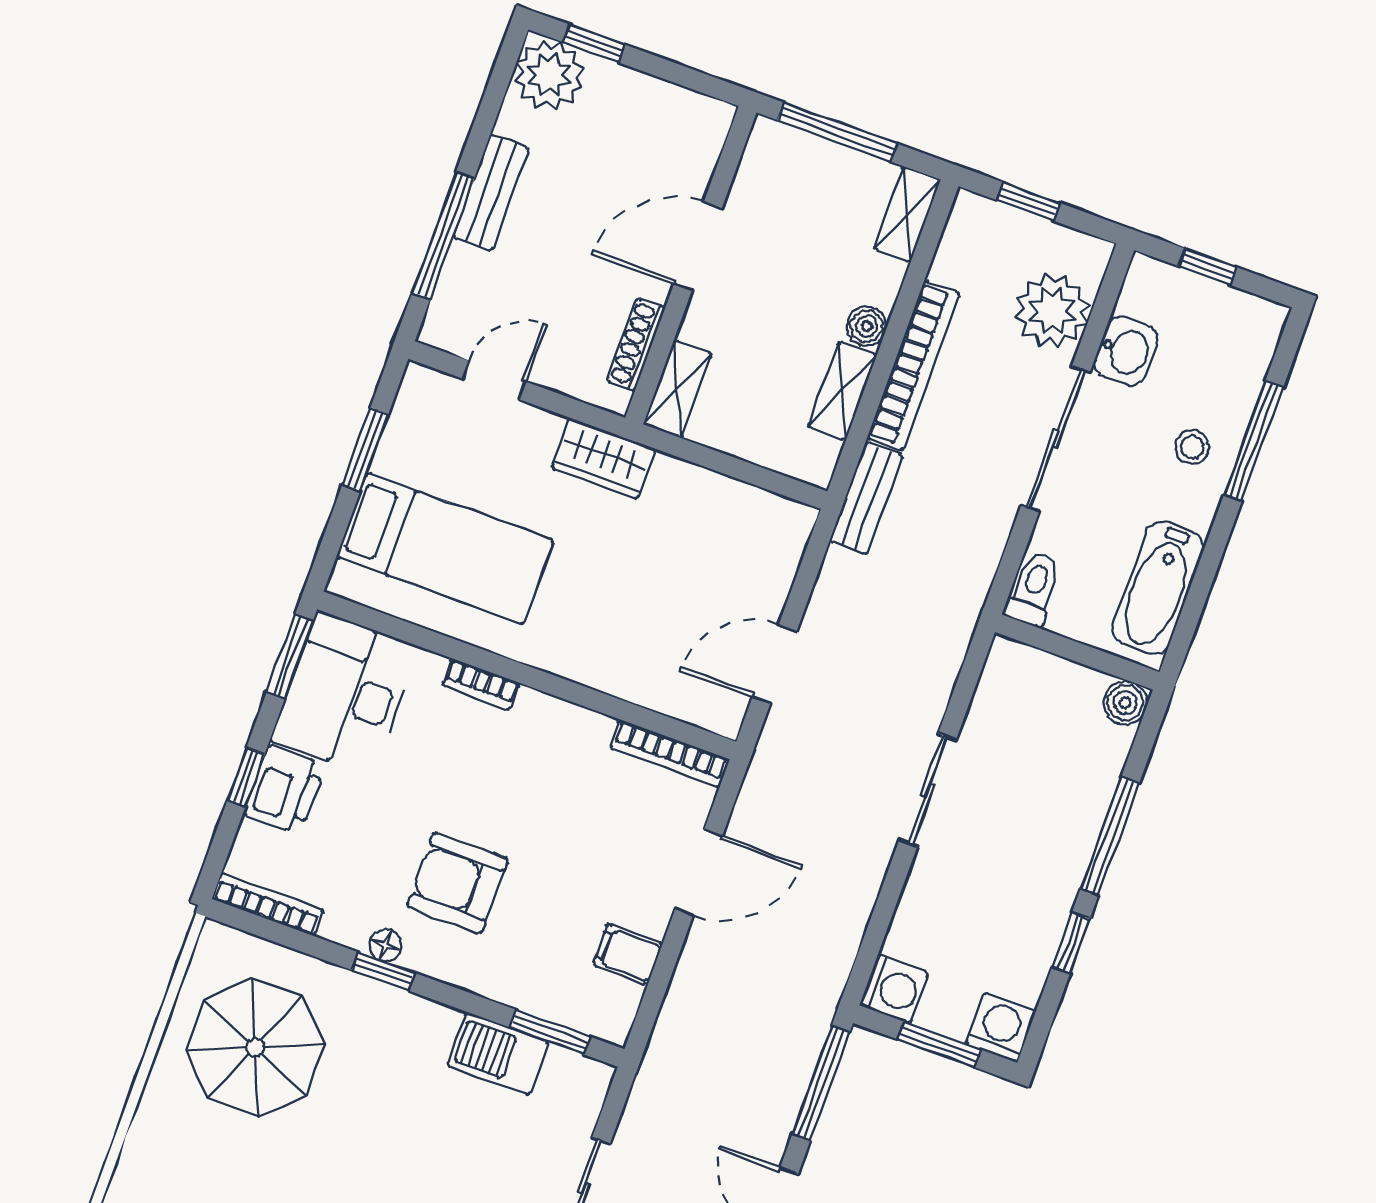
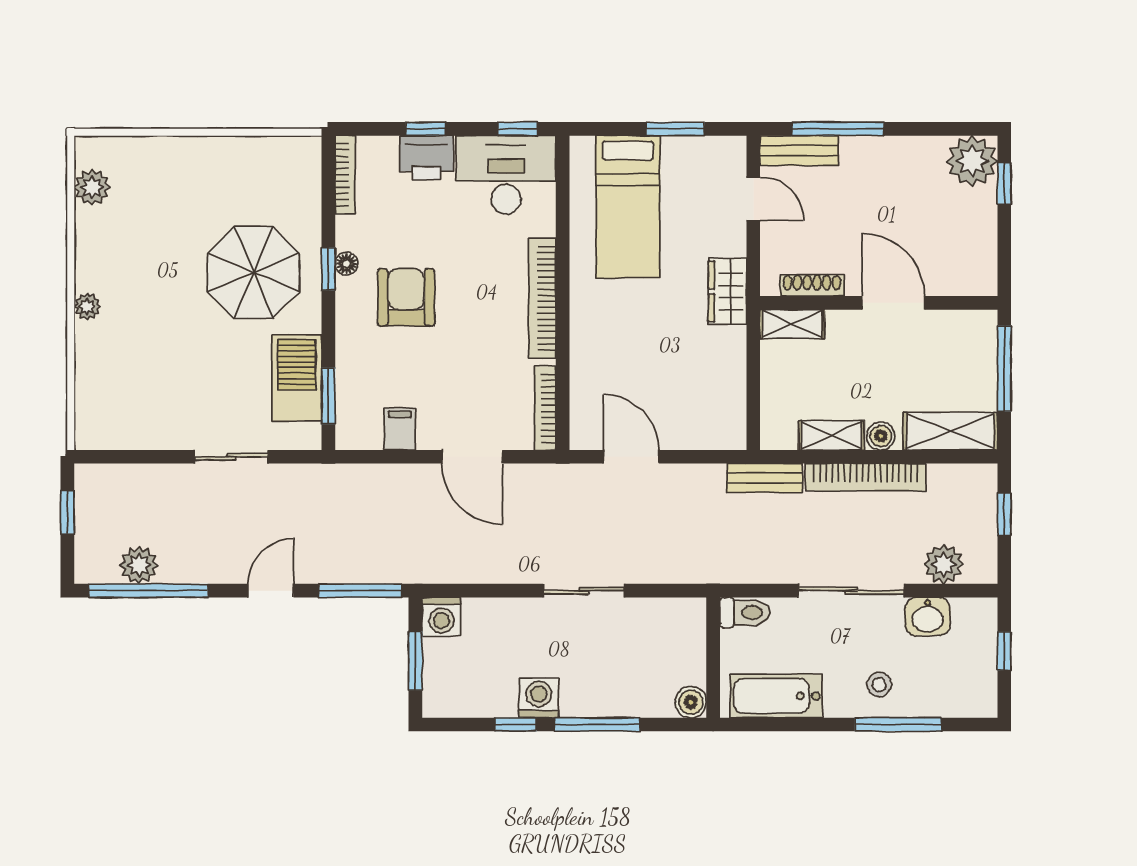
bench: (491, 193) -> (799, 151), moved
shelving: (907, 214) -> (950, 431), width x1.50, depth x1.33
plant: (1052, 311) -> (944, 564), width x0.73, depth x0.73
window: (290, 656) -> (517, 129), width x0.67
bookcase: (481, 684) -> (542, 298), width x2.31, depth x1.31
washing machine: (1001, 1027) -> (539, 698), moved, turned -90
parasol: (255, 1047) -> (254, 273), moved
barbecue: (498, 1054) -> (297, 378), width x1.37, depth x1.21

